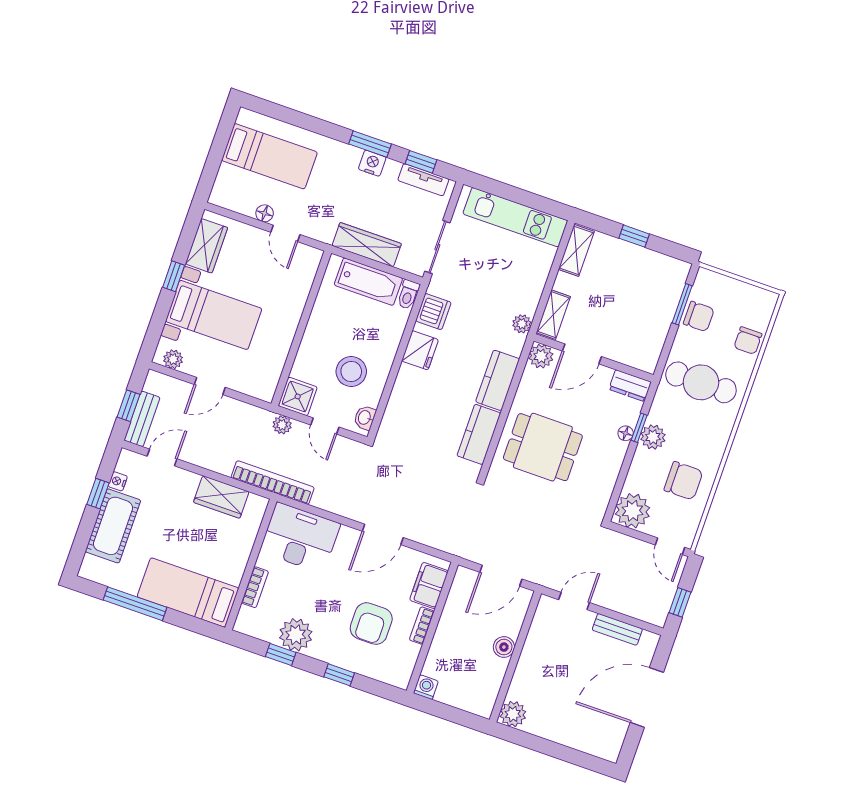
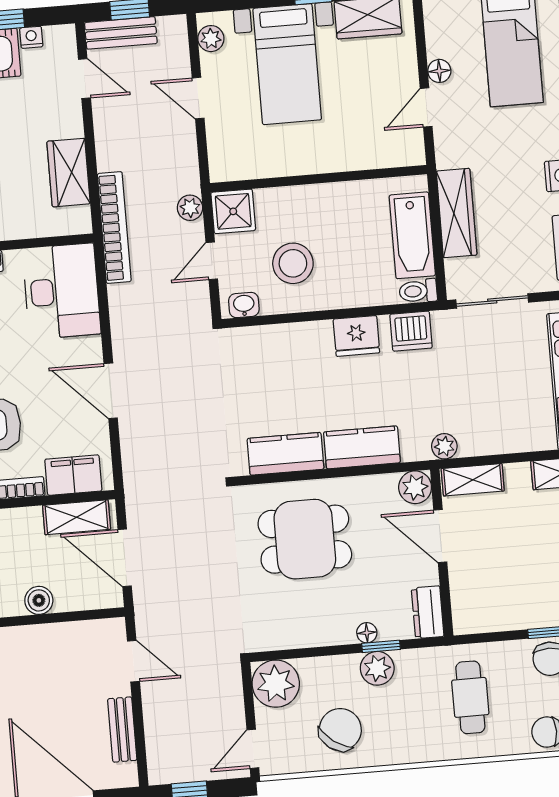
cafe table: (701, 382) -> (470, 697), width x0.73, depth x0.74
dining table: (543, 447) -> (305, 539), turned 90
chair: (683, 481) -> (340, 730), turned -144
shelving: (459, 596) -> (77, 517), added

